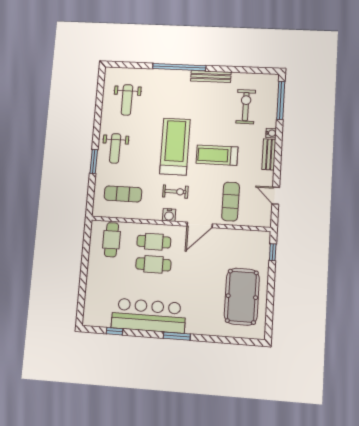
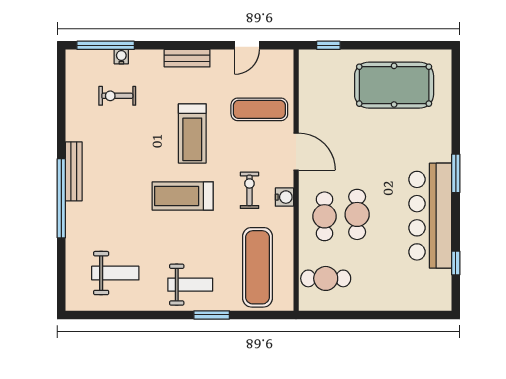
bench: (211, 76) -> (74, 171), moved
exercise bike: (246, 107) -> (117, 96), width x0.73, depth x0.72
water cooler: (271, 133) -> (121, 57), moved
treadmill: (175, 147) -> (183, 196), width x0.73, depth x0.73
exercise mat: (123, 194) -> (258, 267), width x1.36, depth x1.45

